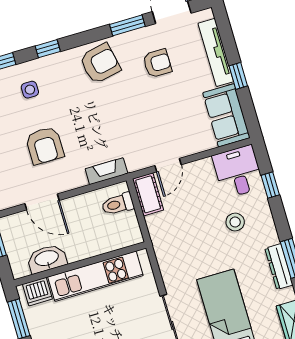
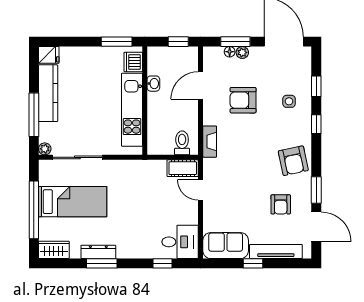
stool: (235, 222) -> (142, 228), removed
washbasin: (47, 259) -> (153, 84), width x0.52, depth x0.69

